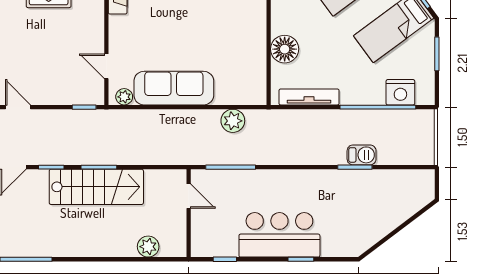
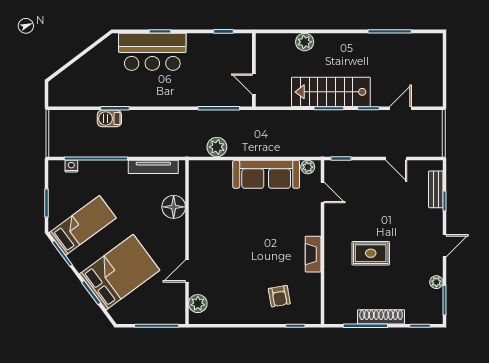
nightstand: (400, 92) -> (71, 166), width x0.53, depth x0.56
bar counter: (279, 235) -> (152, 52), moved
plant: (148, 247) -> (305, 42), moved

